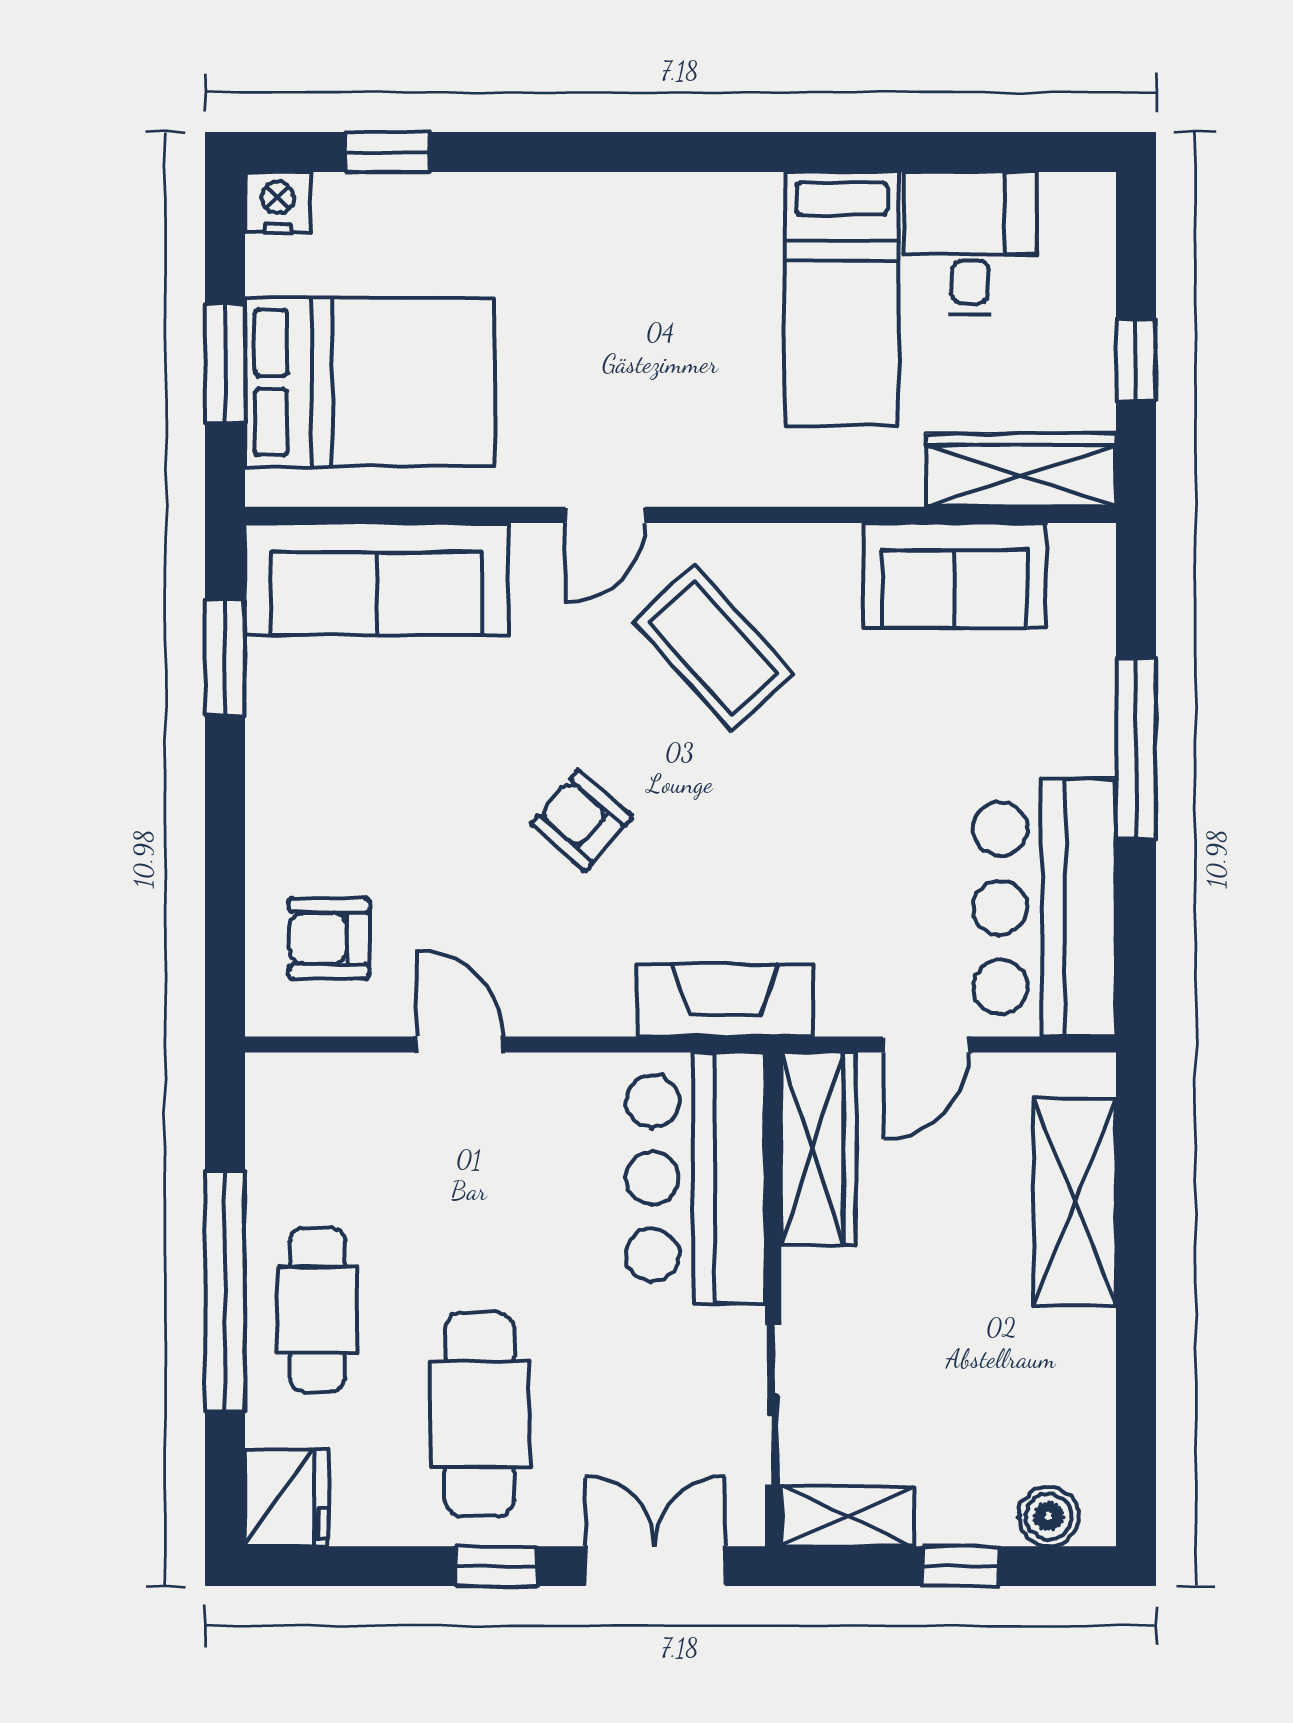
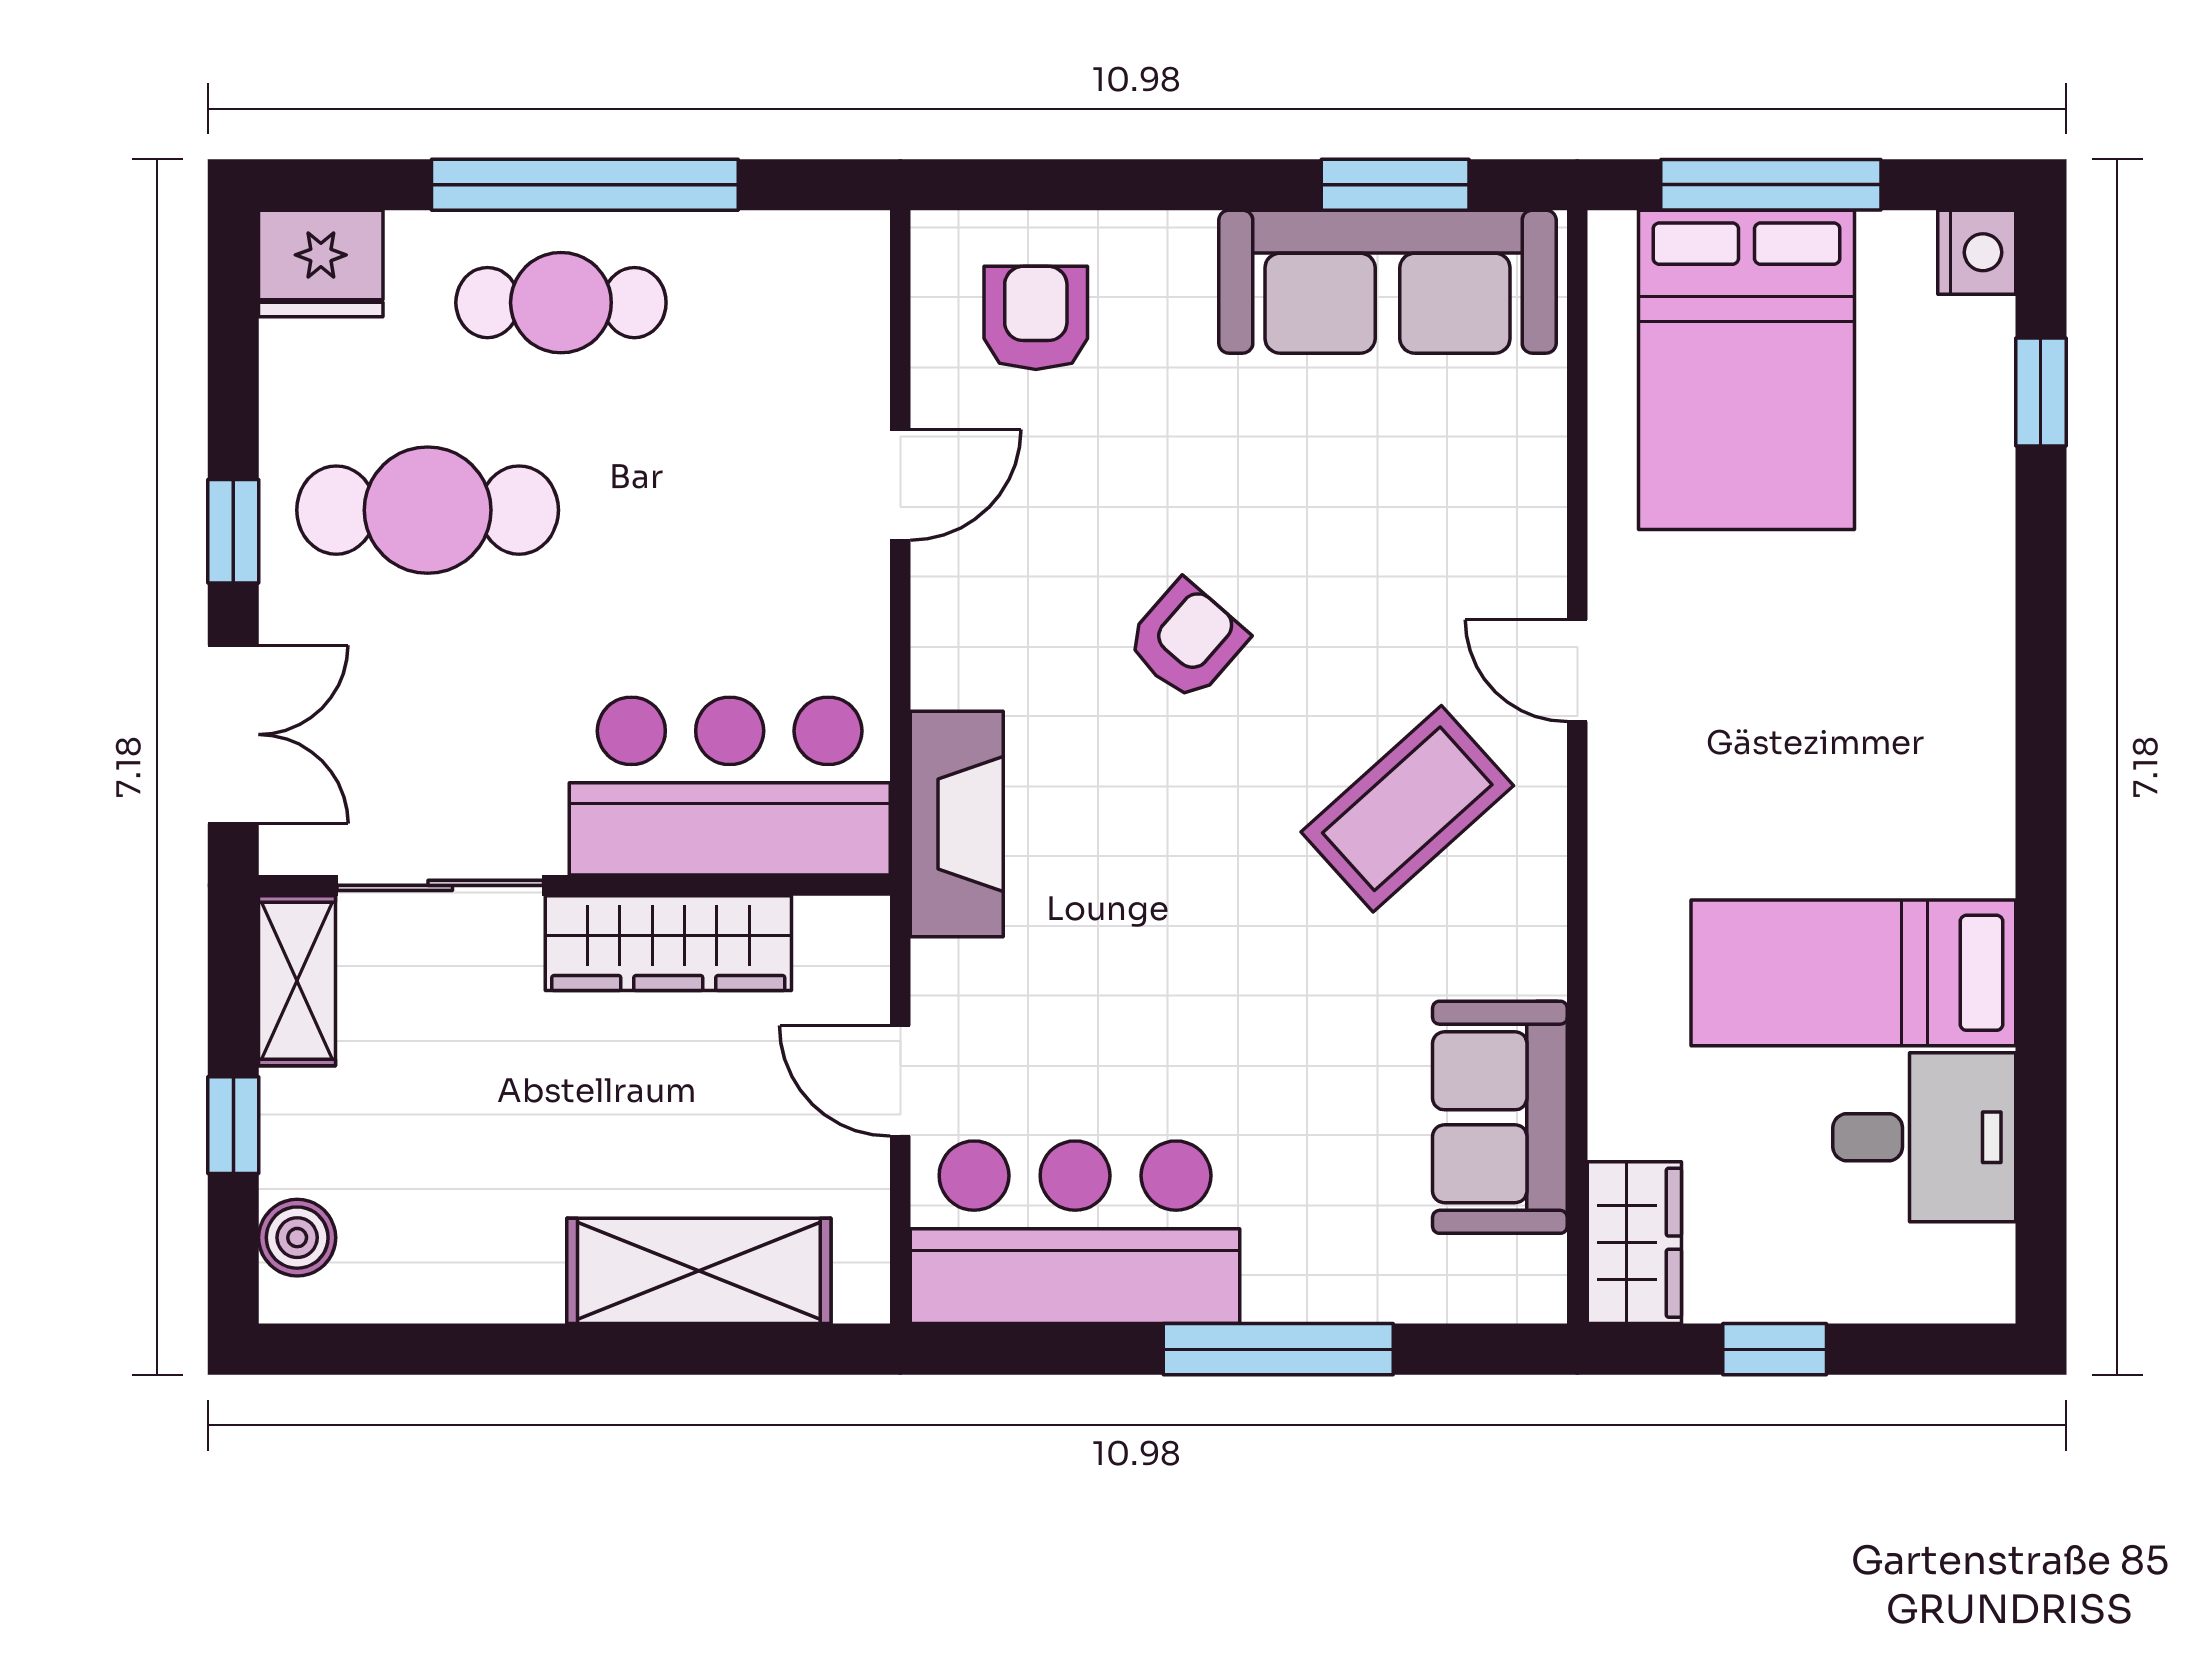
window: (225, 363) -> (1771, 185), width x1.44
wardrobe: (1021, 470) -> (1634, 1243), width x0.67
sofa: (377, 579) -> (1387, 282), moved, turned -90
wardrobe: (818, 1149) -> (668, 943), moved

